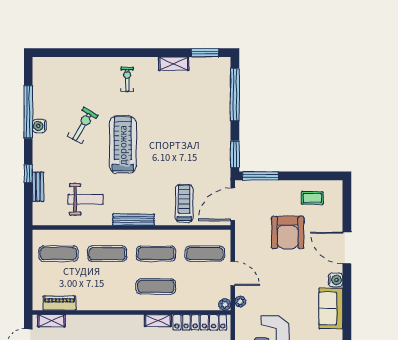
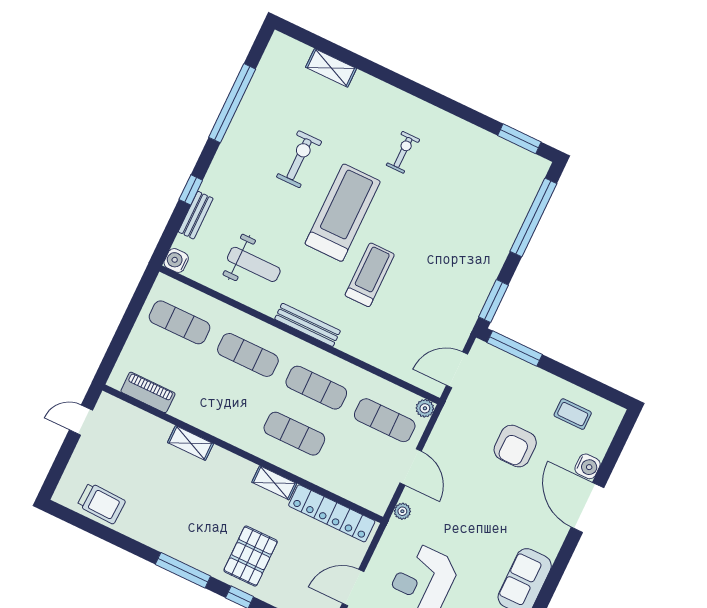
shelving: (174, 64) -> (331, 68), moved
exercise bike: (127, 79) -> (403, 152), moved
water cooler: (39, 126) -> (176, 261), moved
exercise bike: (83, 126) -> (299, 159), turned -30
treadmill: (184, 203) -> (370, 275), moved
door: (233, 204) -> (457, 370), width x0.73
armchair: (288, 232) -> (515, 446), width x0.73, depth x0.73
water cooler: (335, 280) -> (588, 466), moved
plant: (225, 304) -> (425, 408), moved
shelving: (52, 321) -> (190, 443), moved

